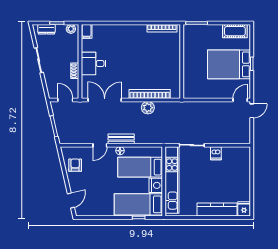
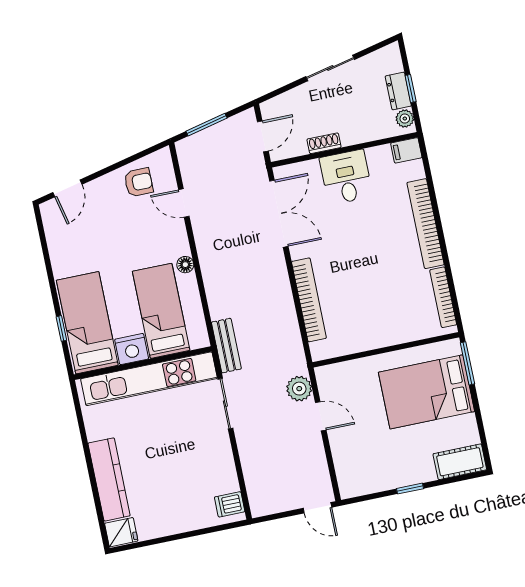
dresser: (46, 29) -> (398, 91), moved
bookcase: (124, 29) -> (426, 224), added
cot: (235, 31) -> (460, 462), moved, turned 90
bed: (229, 64) -> (426, 392), moved, turned -90
door: (240, 100) -> (321, 416), moved
plant: (148, 108) -> (299, 389), moved
bench: (121, 139) -> (226, 346), moved
door: (100, 145) -> (184, 203), moved
dishwasher: (216, 153) -> (230, 504), moved
door: (71, 200) -> (67, 188), hinge flipped

